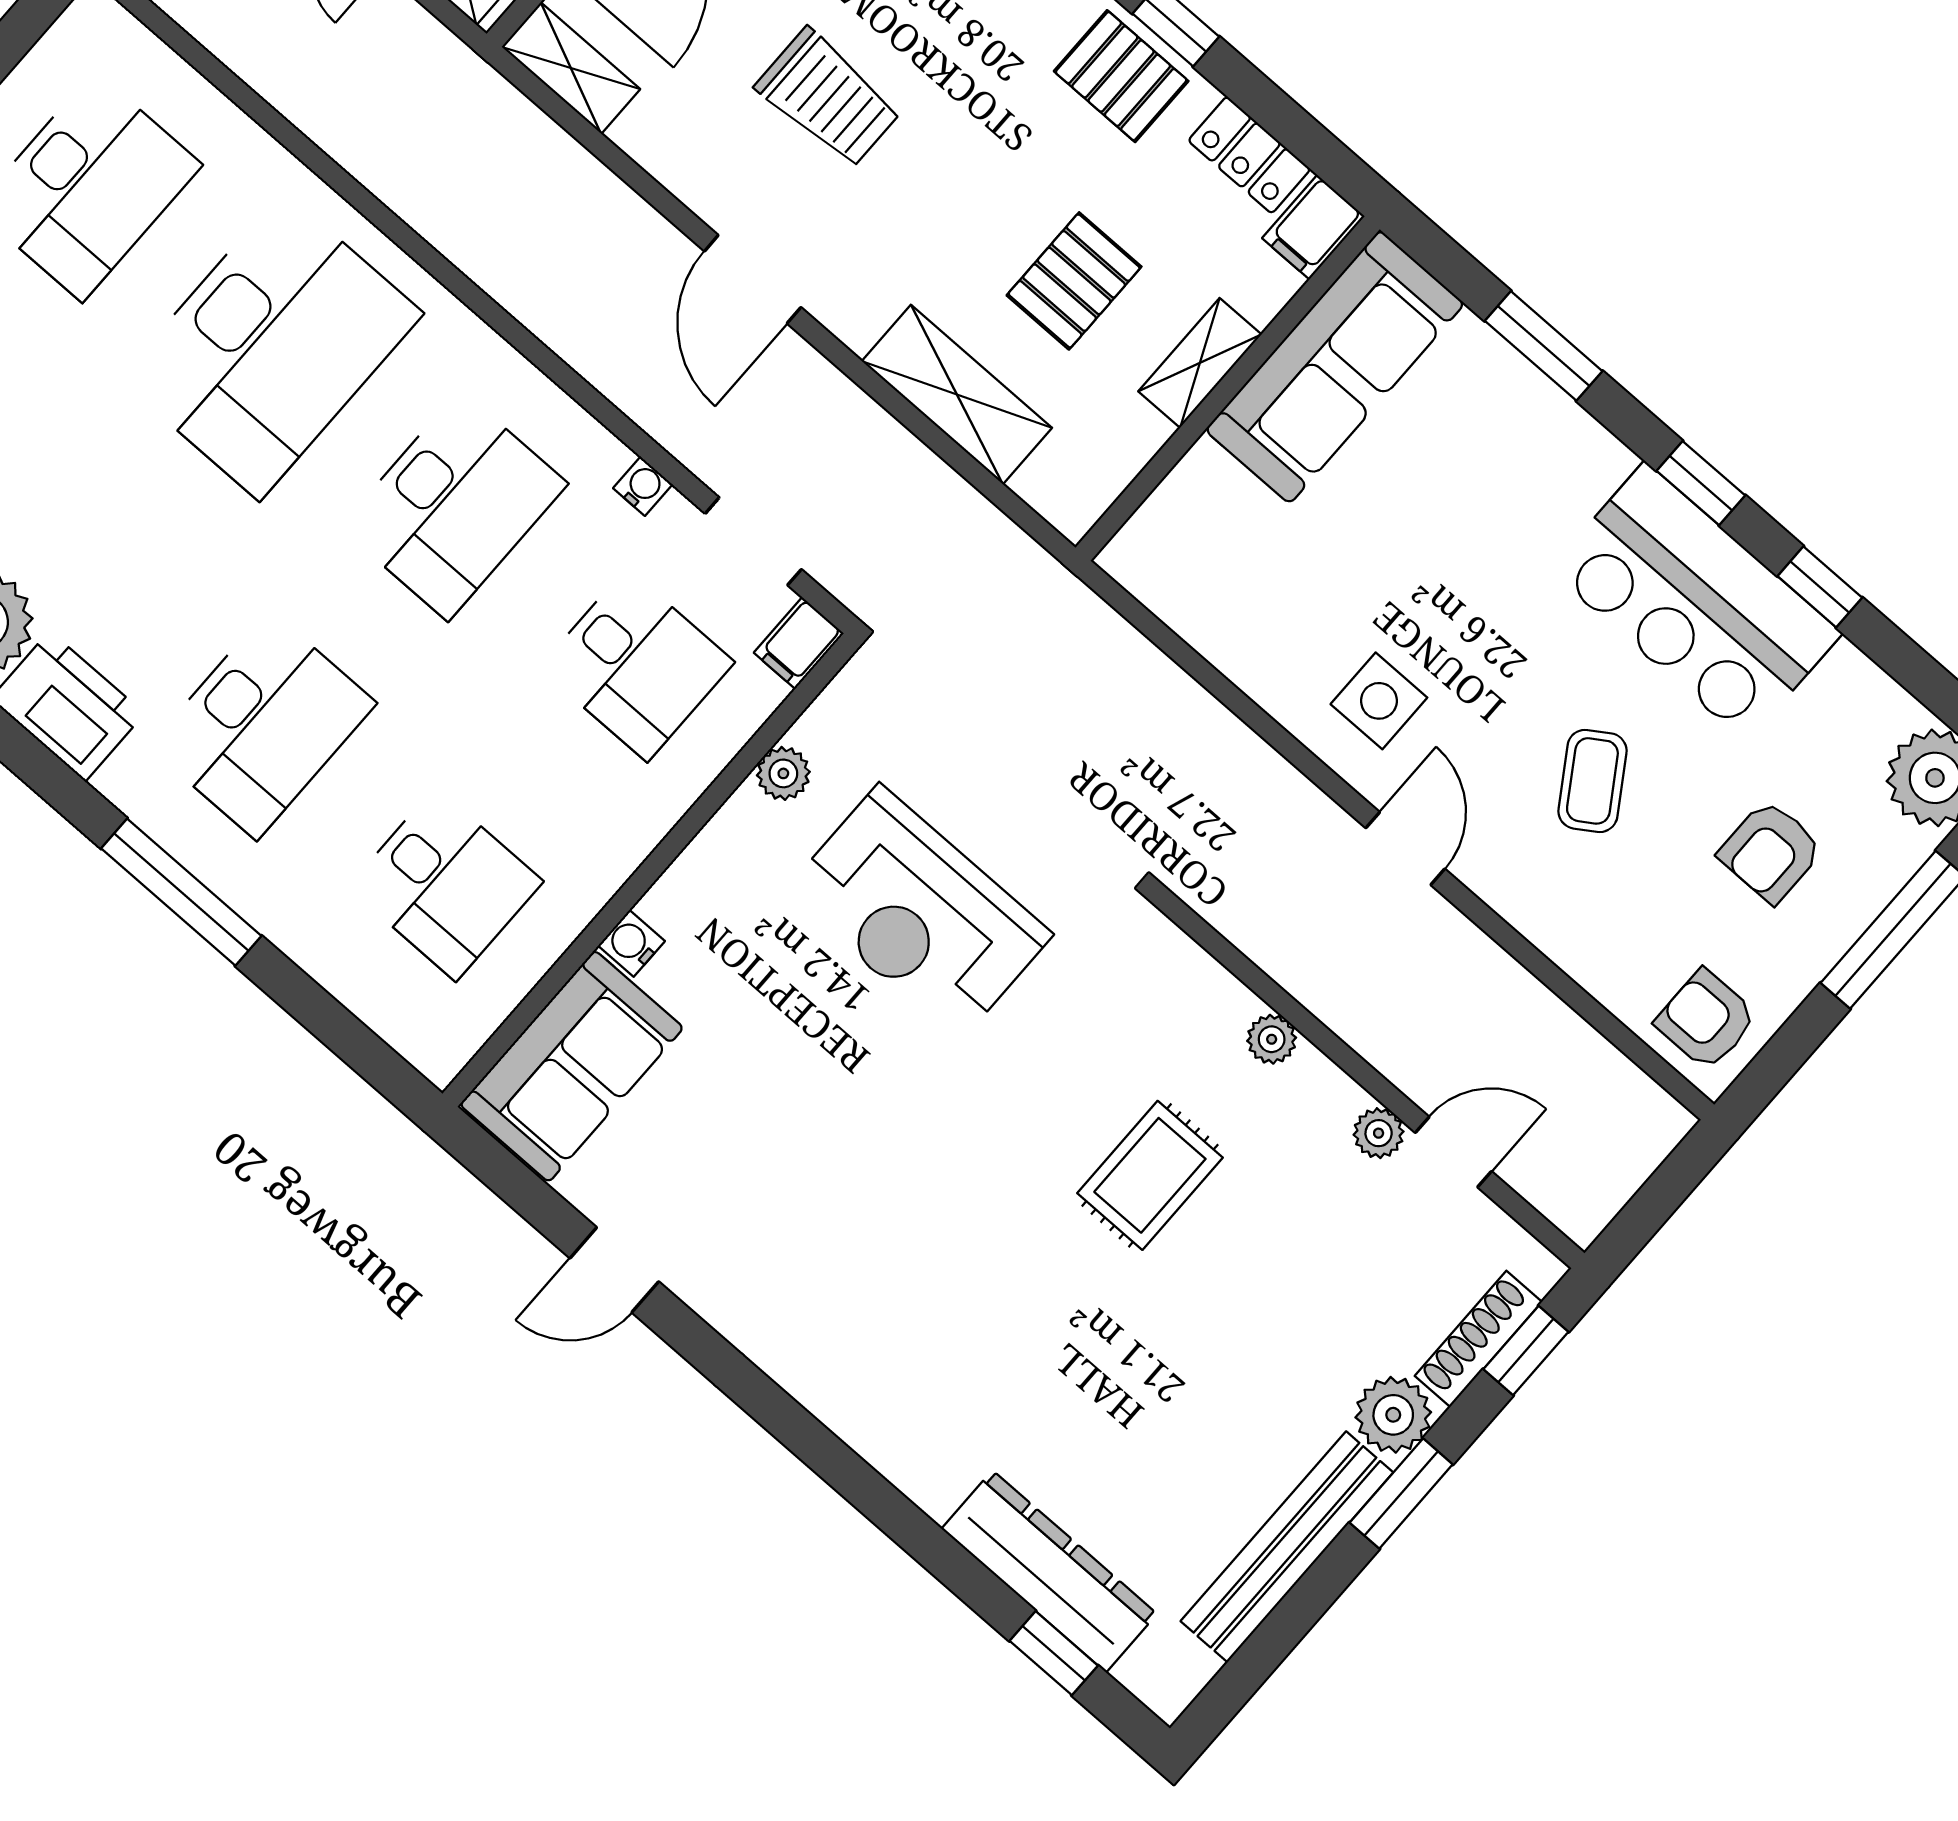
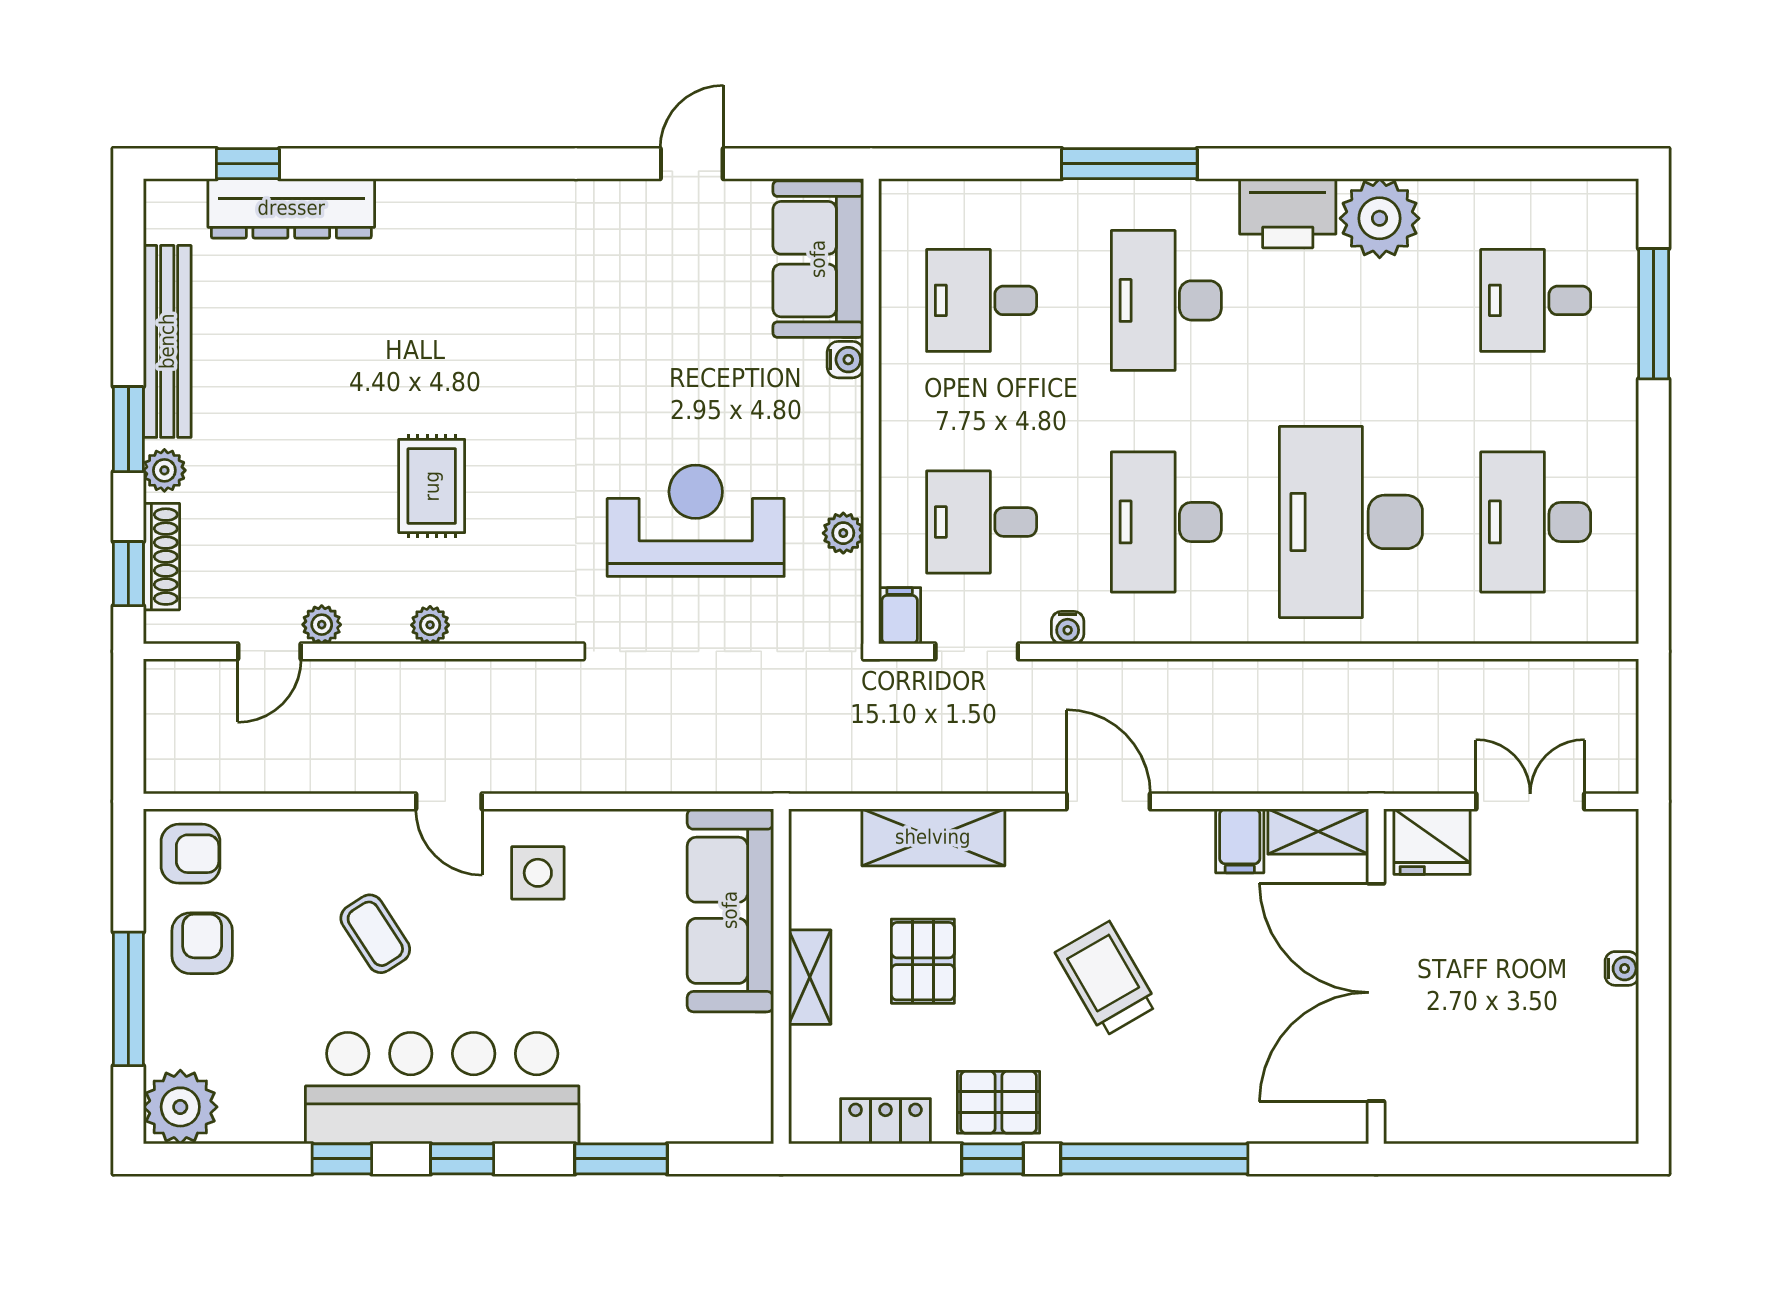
trolley: (828, 98) -> (1107, 979), moved, turned 60
filing cabinet: (1313, 227) -> (1240, 841), moved, turned 180
sofa: (1335, 367) -> (730, 910), moved
bar counter: (1696, 602) -> (442, 1088), width x1.36
armchair: (1771, 852) -> (202, 943), moved
plant: (1393, 1415) -> (164, 470), width x0.73, depth x0.73

